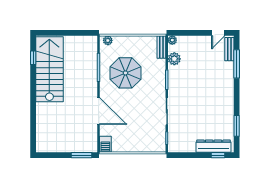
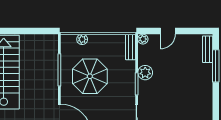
door: (218, 33) -> (168, 31), moved
plant: (108, 40) -> (82, 39), moved
plant: (174, 59) -> (145, 73), moved

